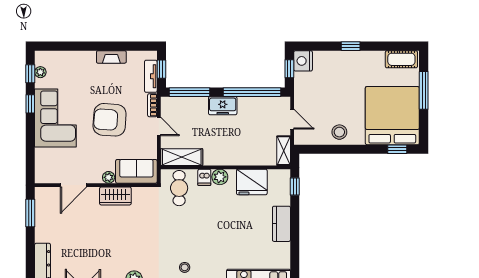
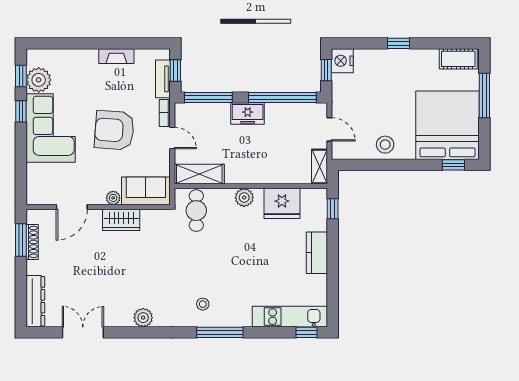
plant: (40, 72) -> (39, 80), width x1.87, depth x1.87
dishwasher: (204, 177) -> (226, 198), removed
shoe rack: (40, 215) -> (32, 242), added

